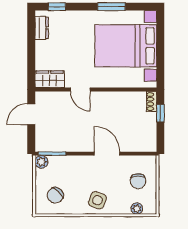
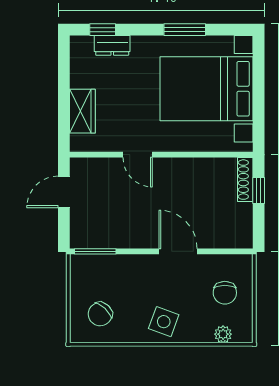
dresser: (42, 28) -> (112, 45), moved, turned 90
wardrobe: (50, 79) -> (82, 111), moved, turned 90
shoe rack: (152, 102) -> (245, 180), width x1.43
plant: (41, 162) -> (79, 264), removed

